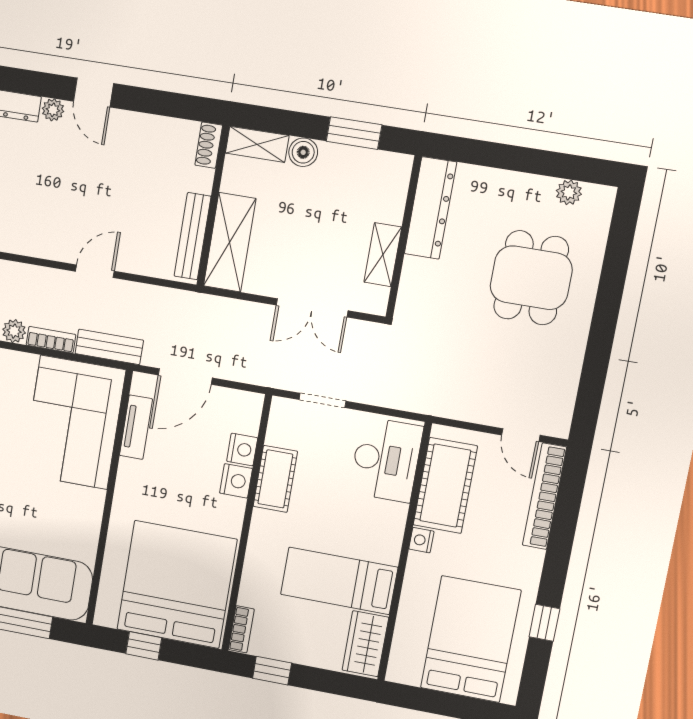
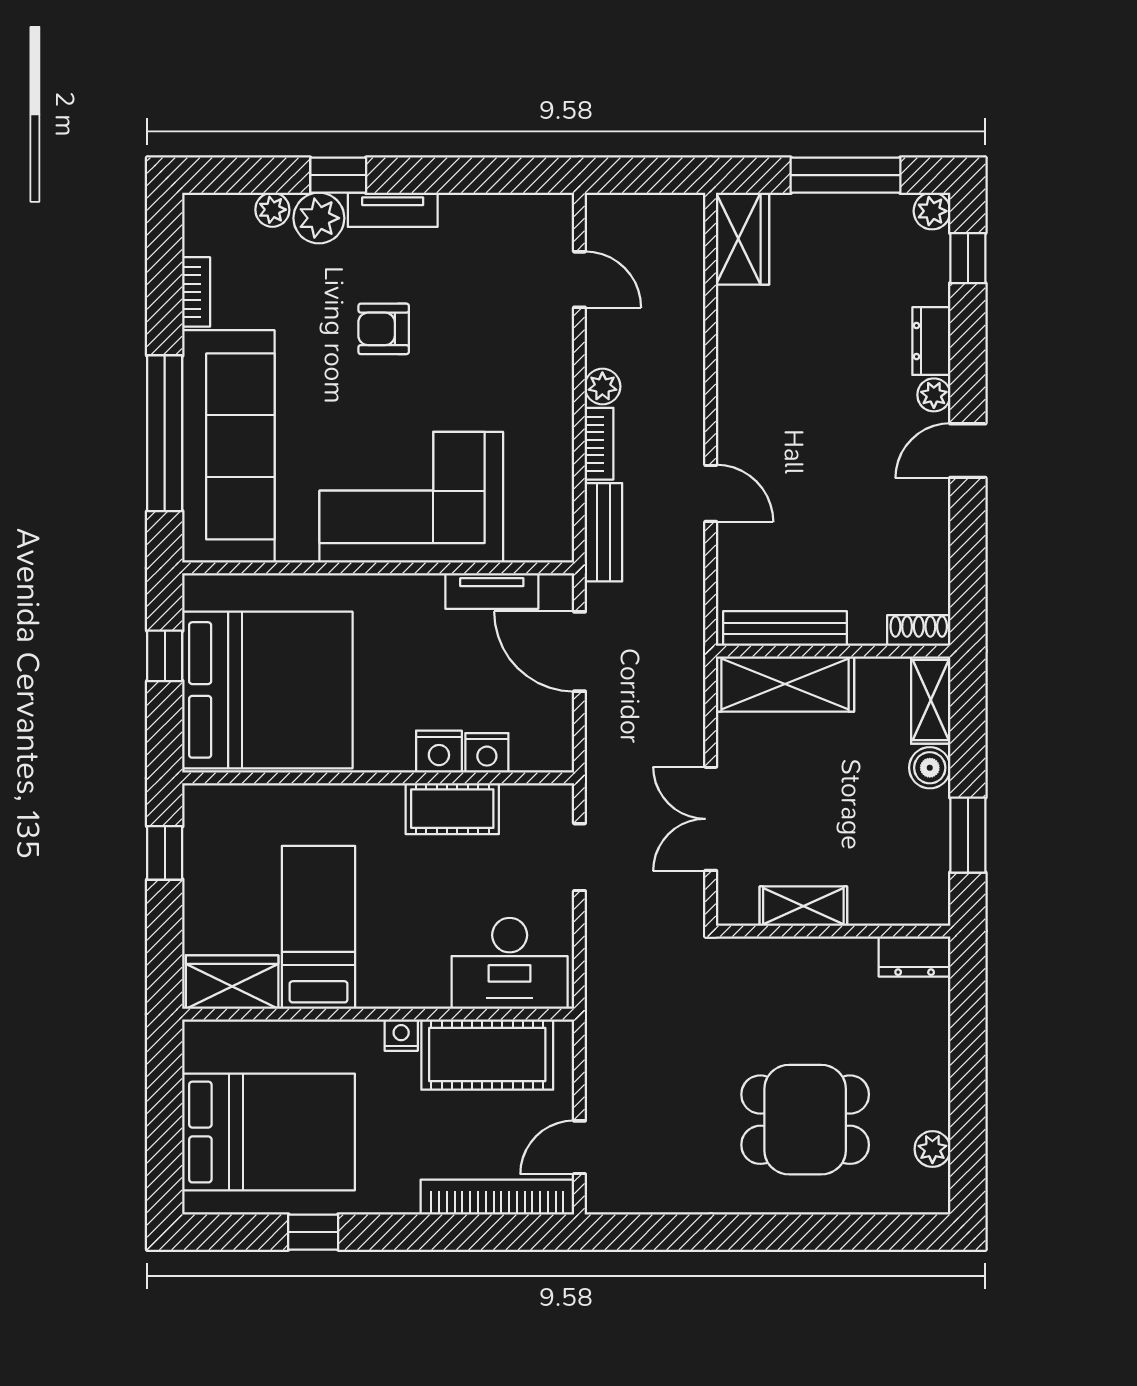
dresser: (430, 208) -> (915, 956), width x0.51, depth x0.80
corner sofa: (74, 422) -> (411, 497), moved
bookcase: (241, 629) -> (218, 797), removed

